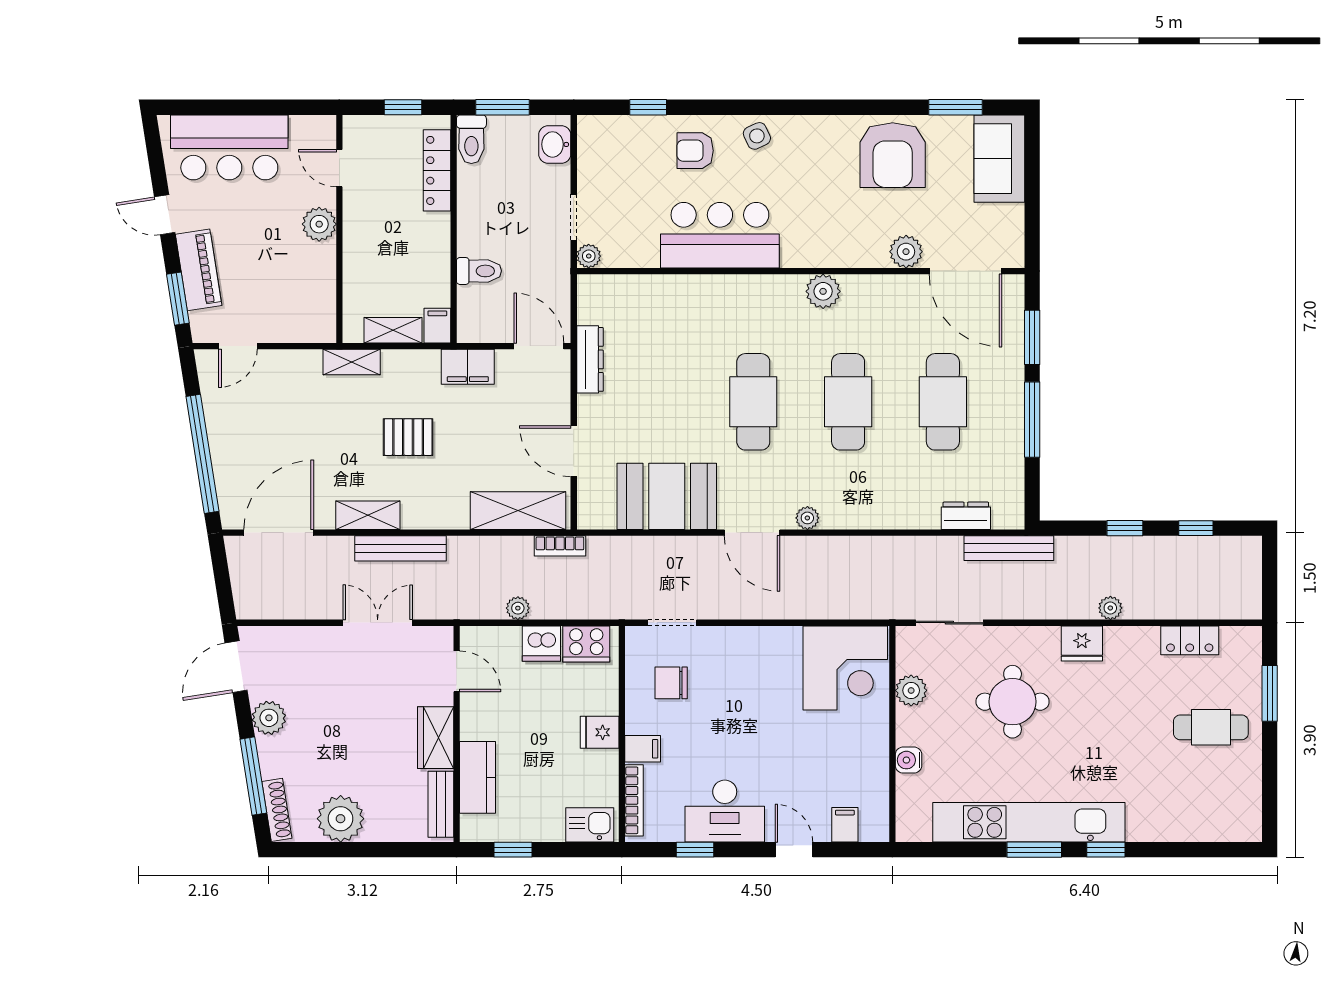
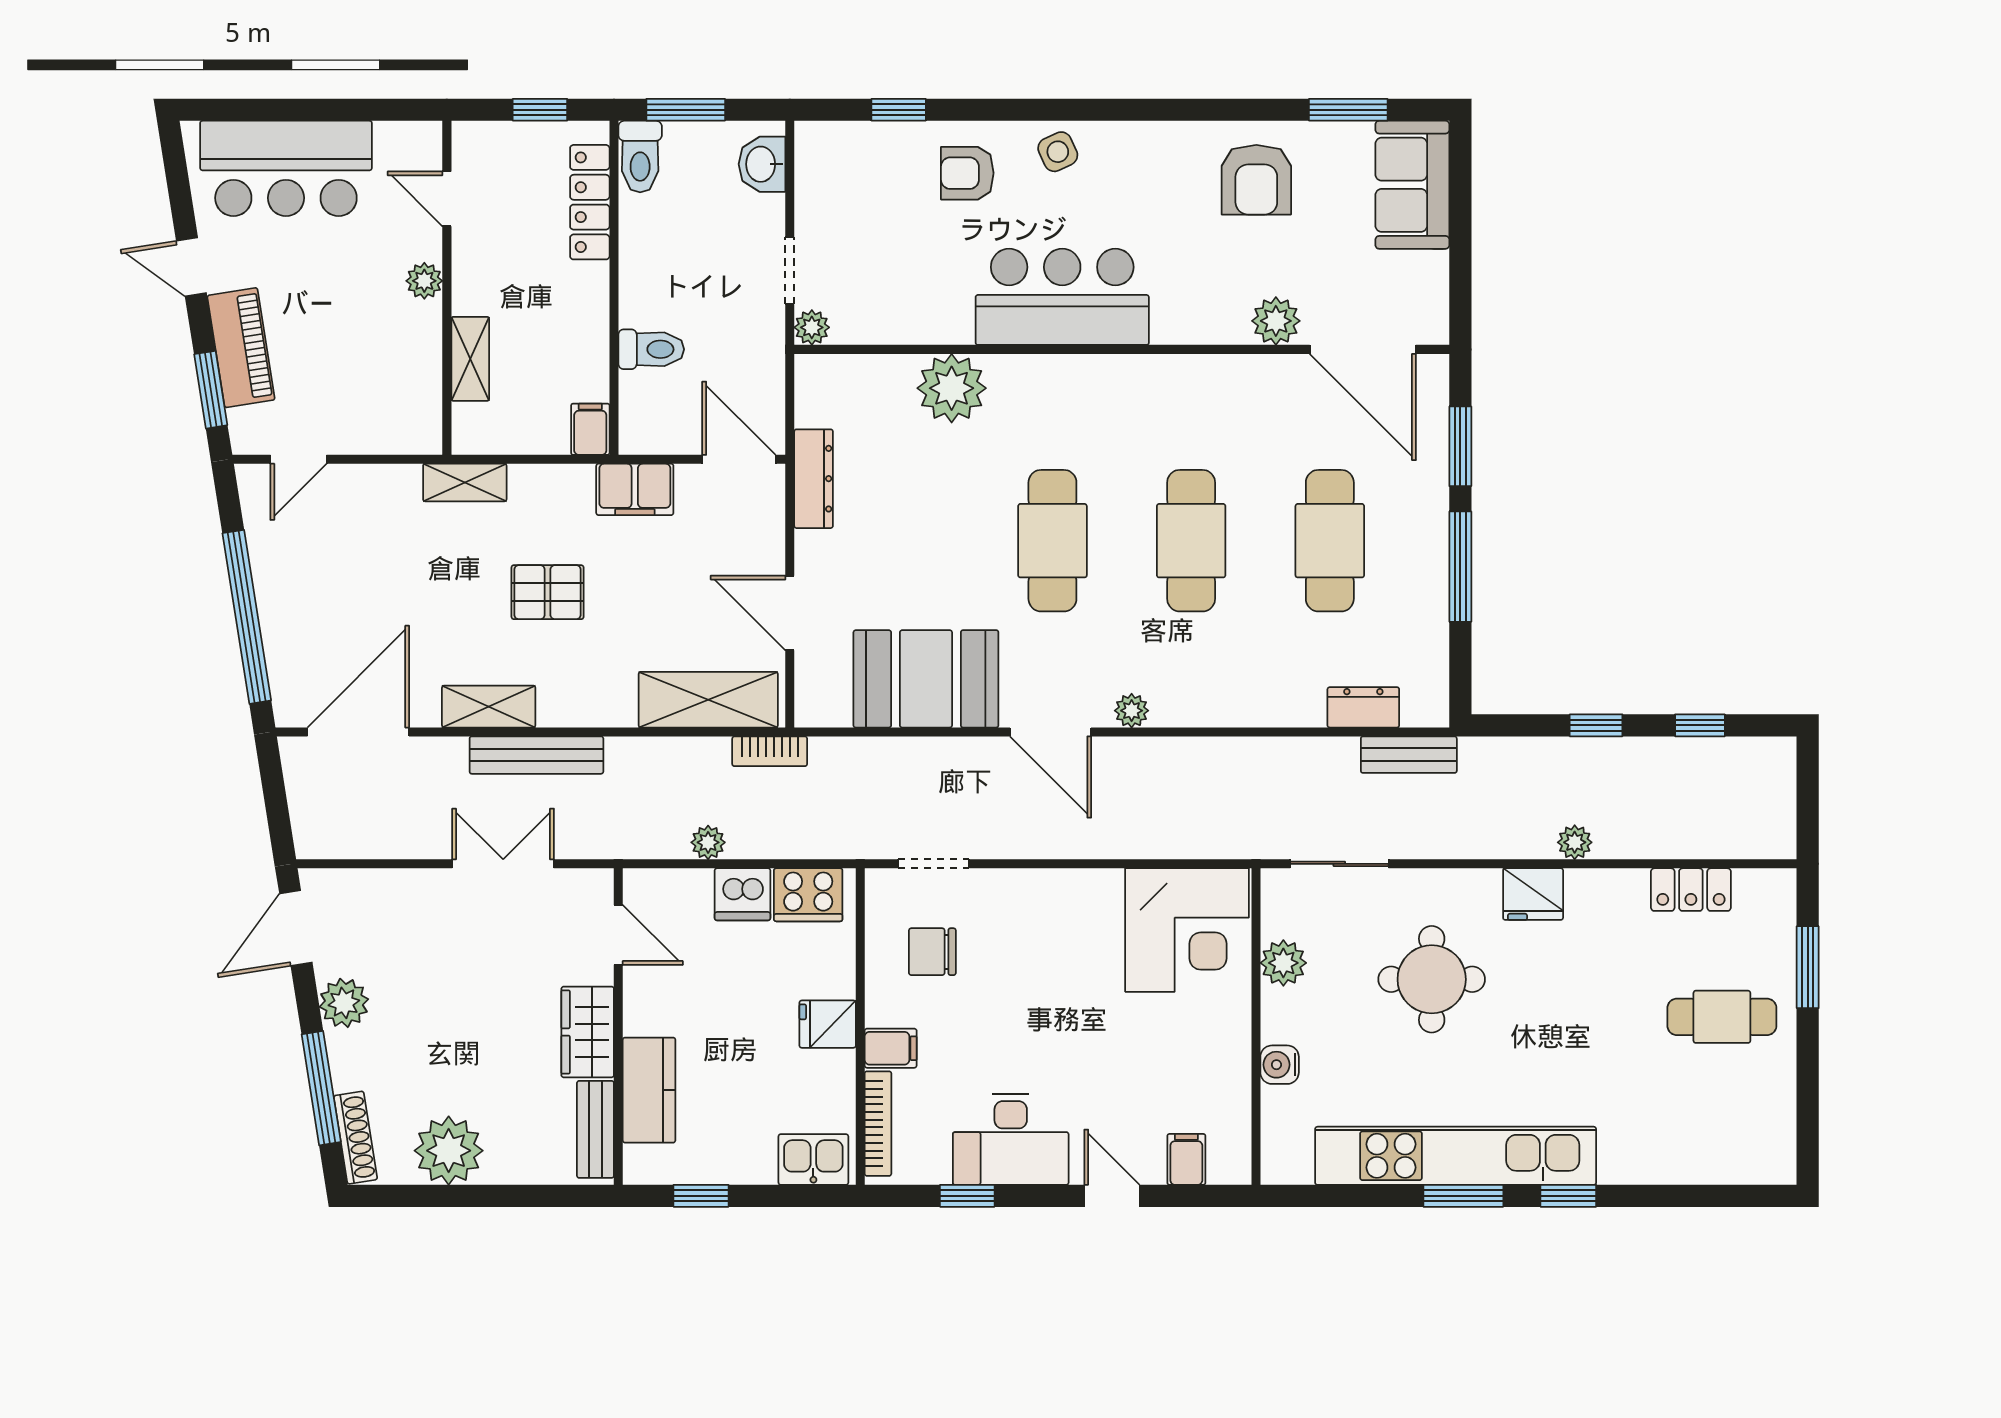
armchair: (893, 155) -> (1256, 180), width x0.73, depth x0.73
plant: (319, 224) -> (424, 281), width x0.73, depth x0.73
bar counter: (720, 235) -> (1062, 297), moved
plant: (823, 291) -> (952, 388), moved, width x1.36, depth x1.36
shelving: (393, 330) -> (470, 359), moved, turned 90
bench: (1009, 548) -> (1409, 755), width x0.73

